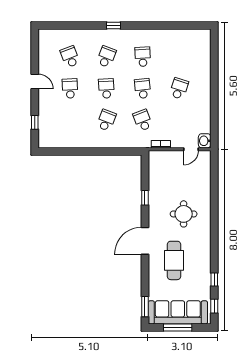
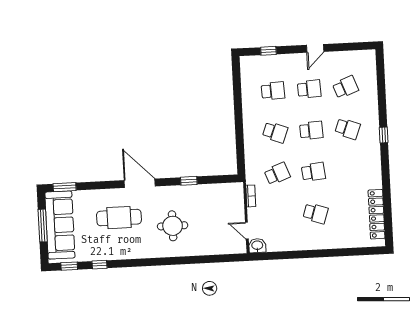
locker: (182, 35) -> (377, 214), added
school desk: (143, 57) -> (273, 91), moved

